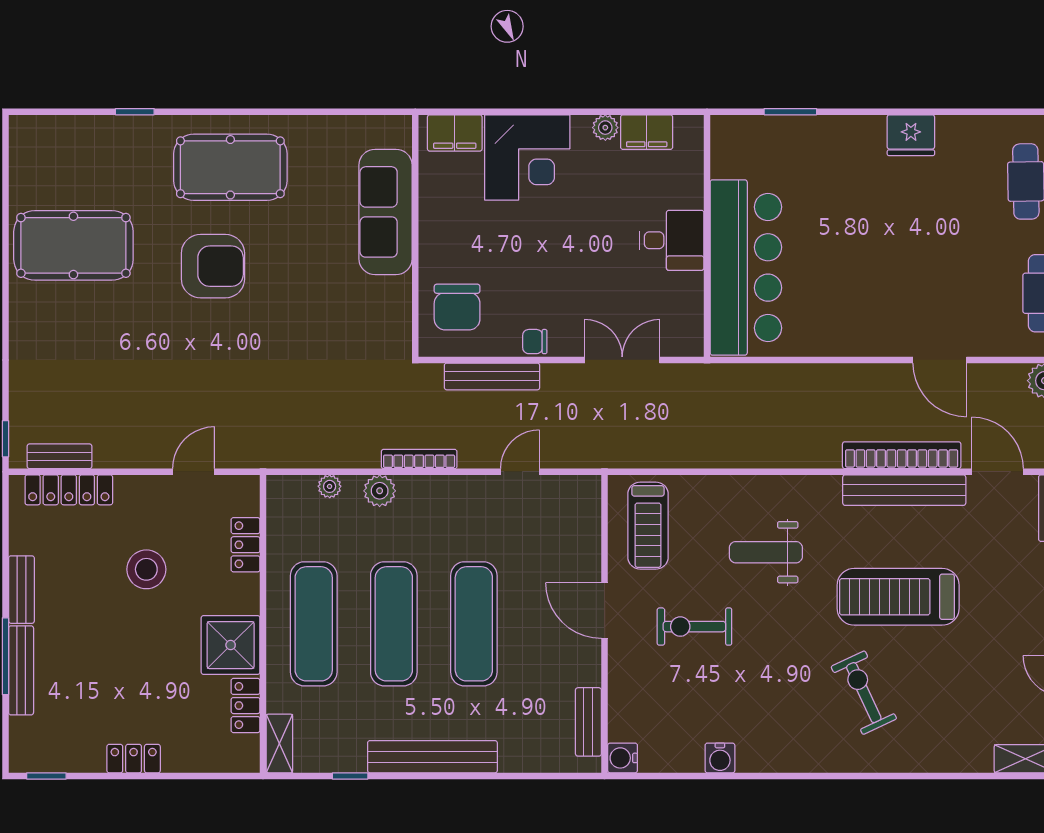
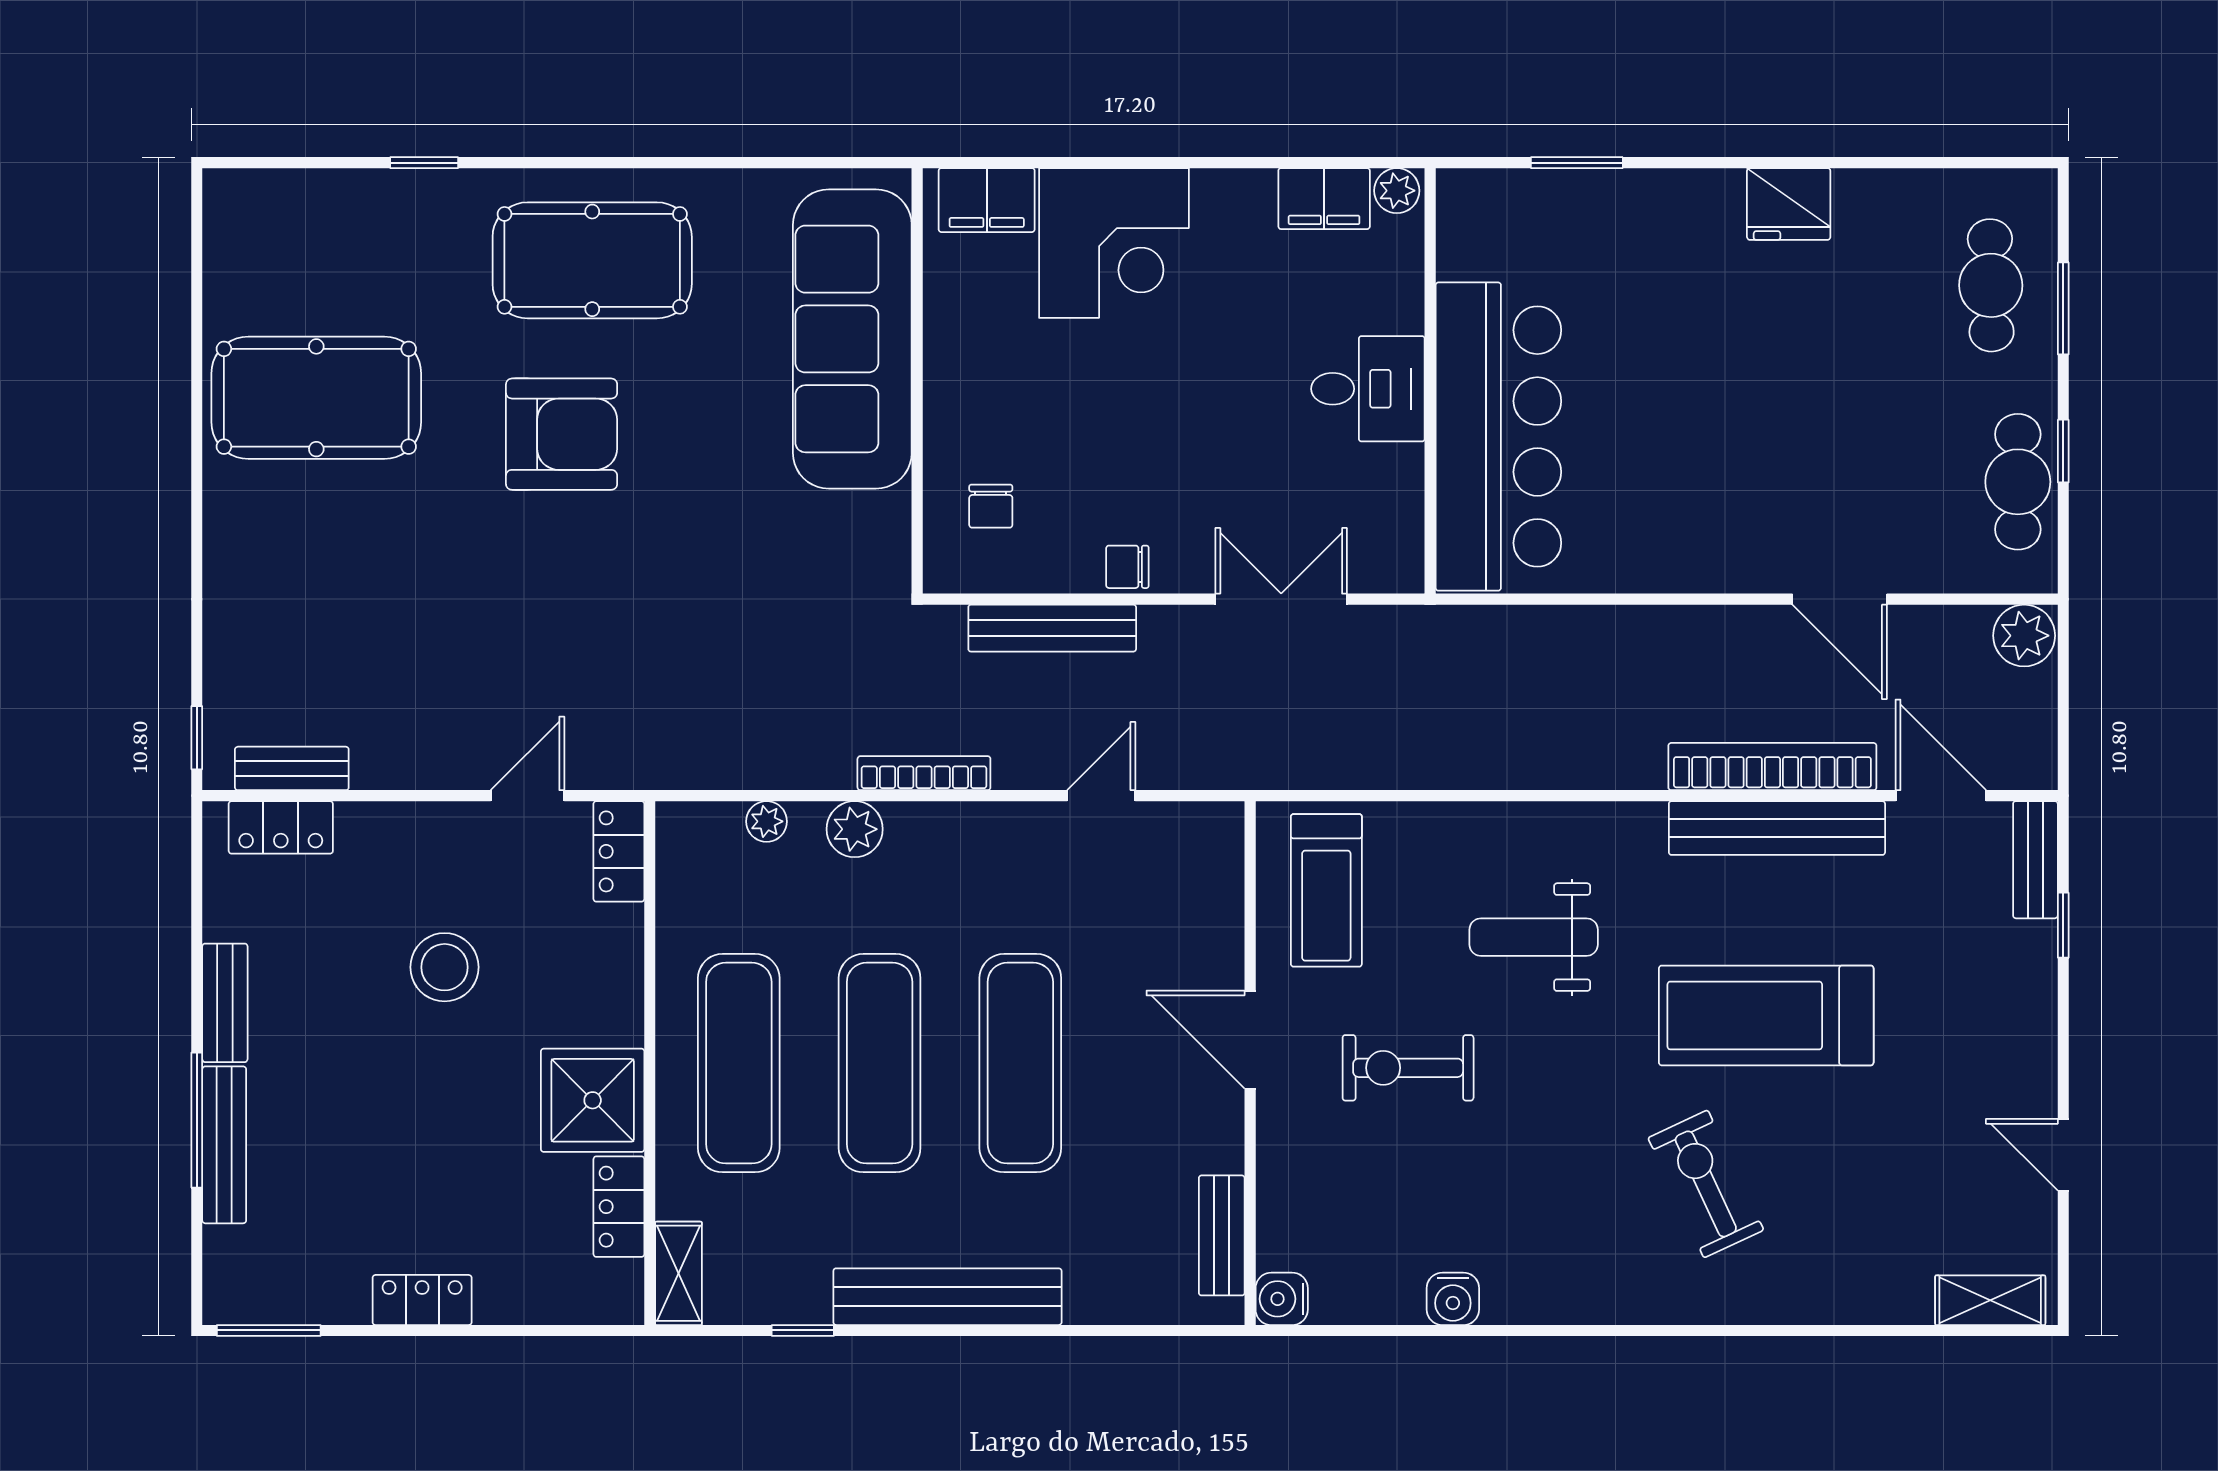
plant: (605, 128) -> (1397, 191), moved
sofa: (386, 212) -> (852, 339), width x1.36, depth x1.27
chair: (457, 307) -> (991, 506), width x0.54, depth x0.54
locker: (69, 490) -> (281, 827), width x0.66
locker: (246, 545) -> (619, 851), moved
window: (46, 776) -> (269, 1330), width x1.50

